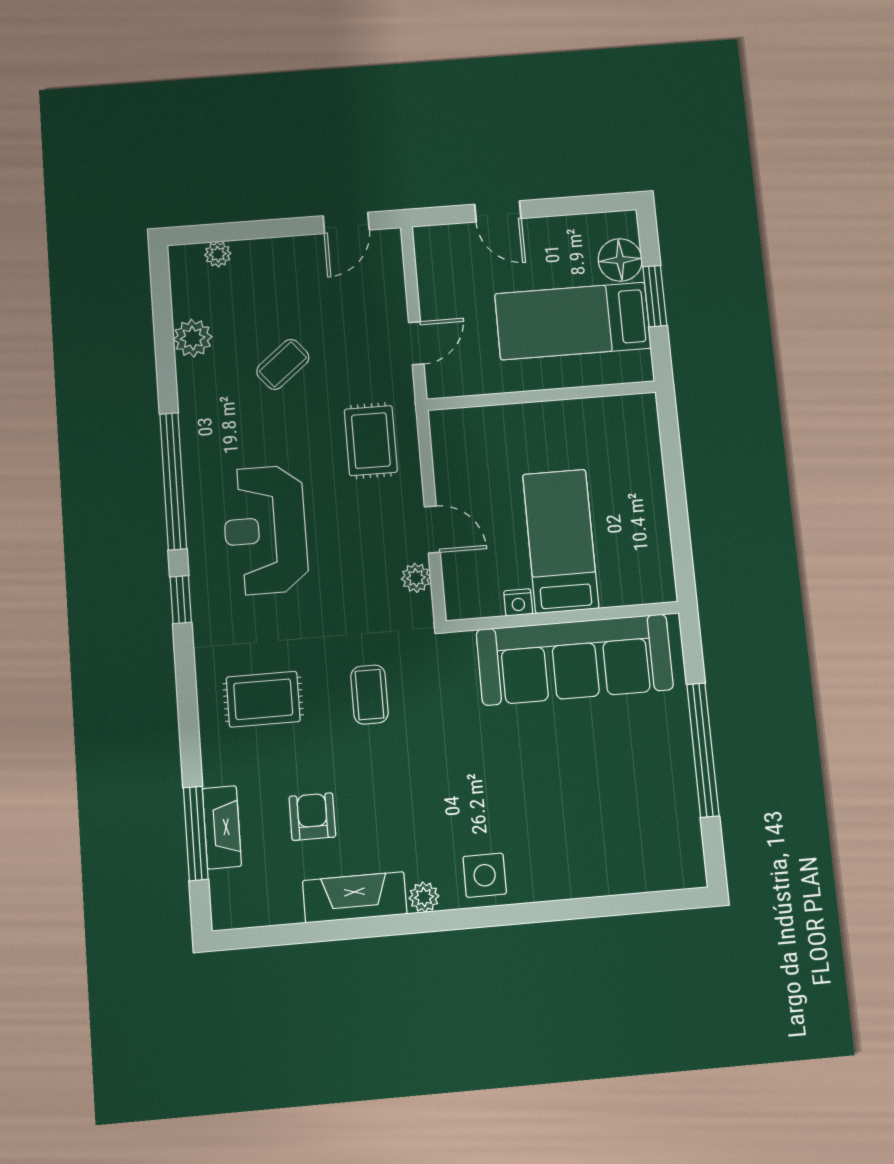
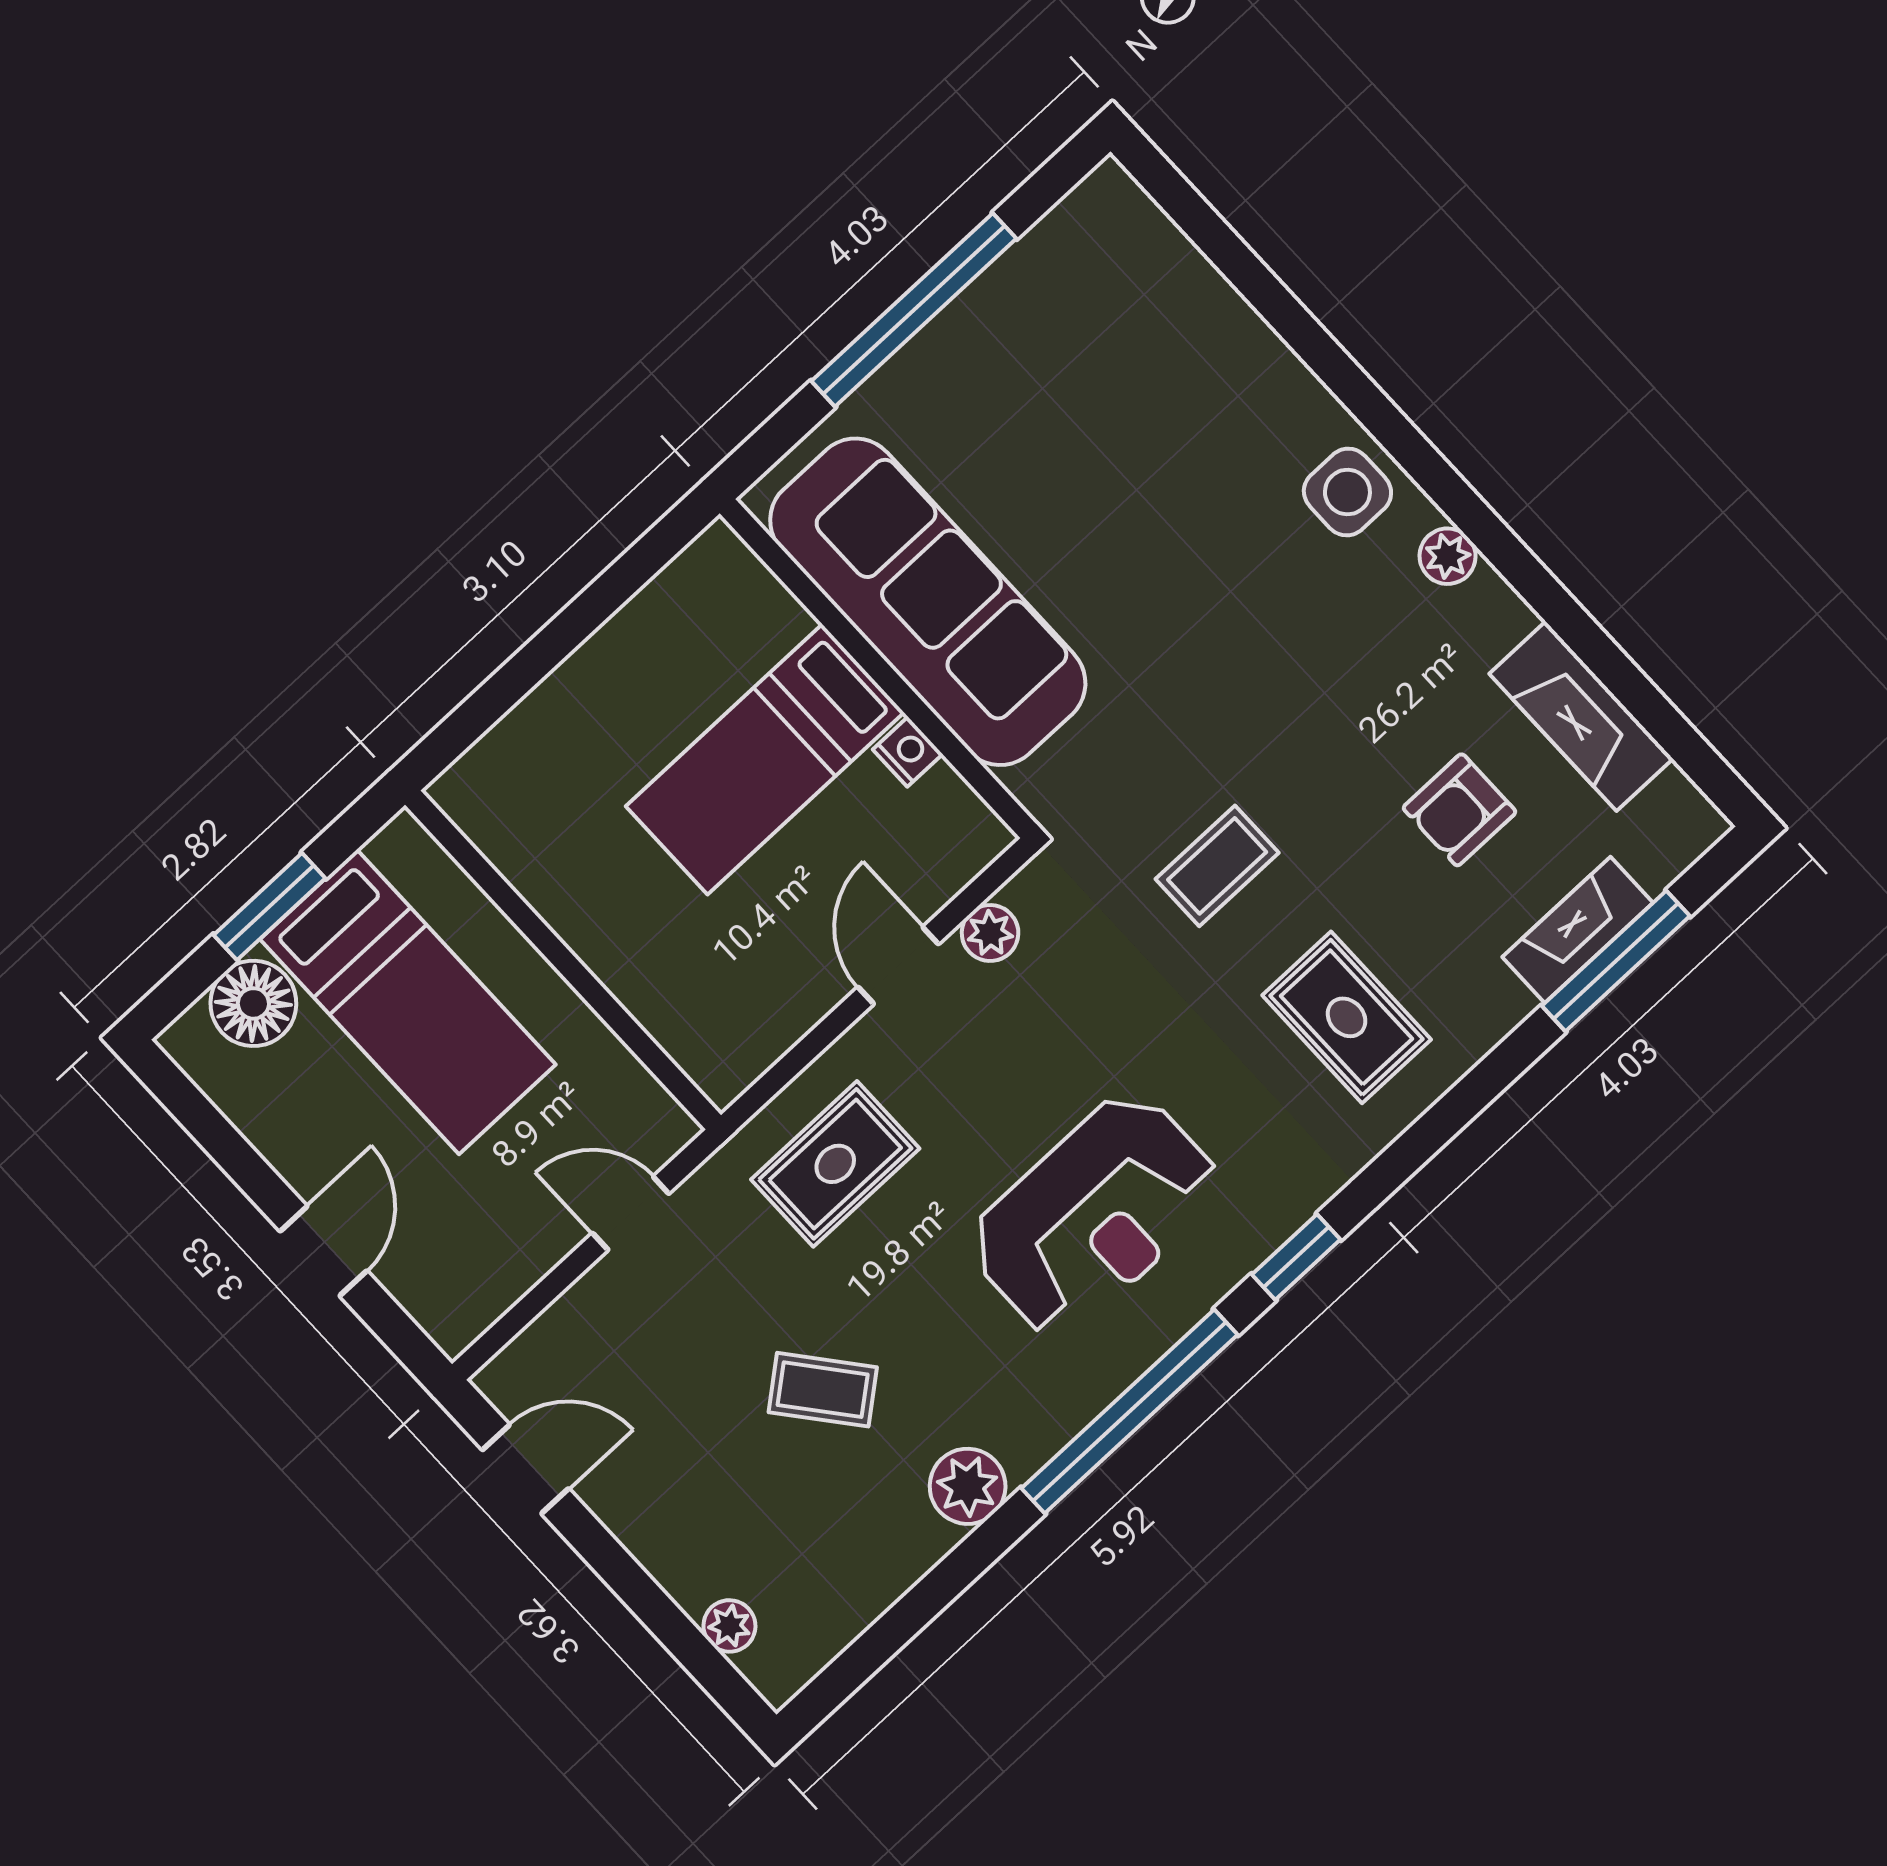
plant: (193, 338) -> (968, 1486), moved
fireplace: (355, 897) -> (1581, 716), moved

